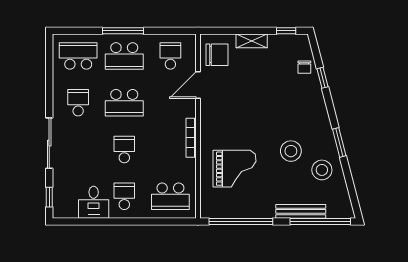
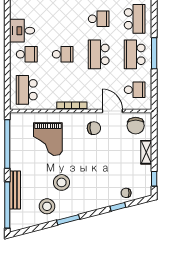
chair: (220, 109) -> (94, 128), added

